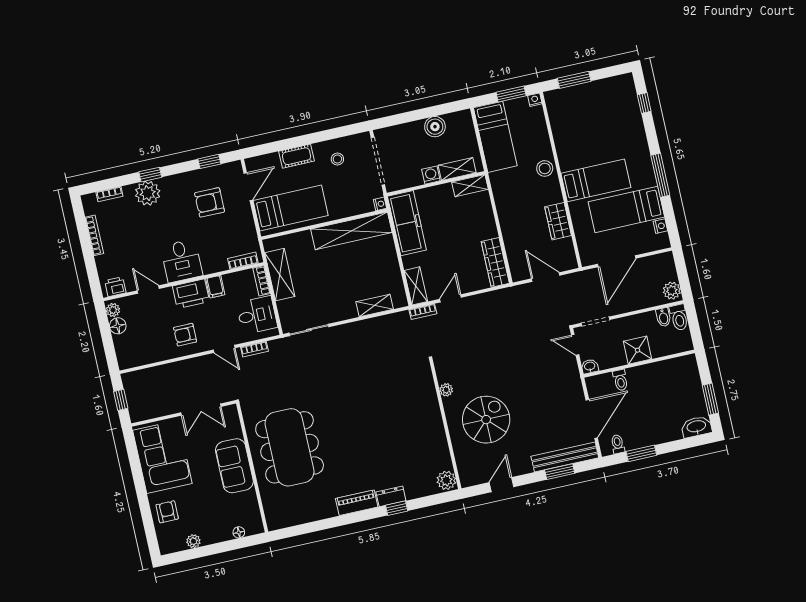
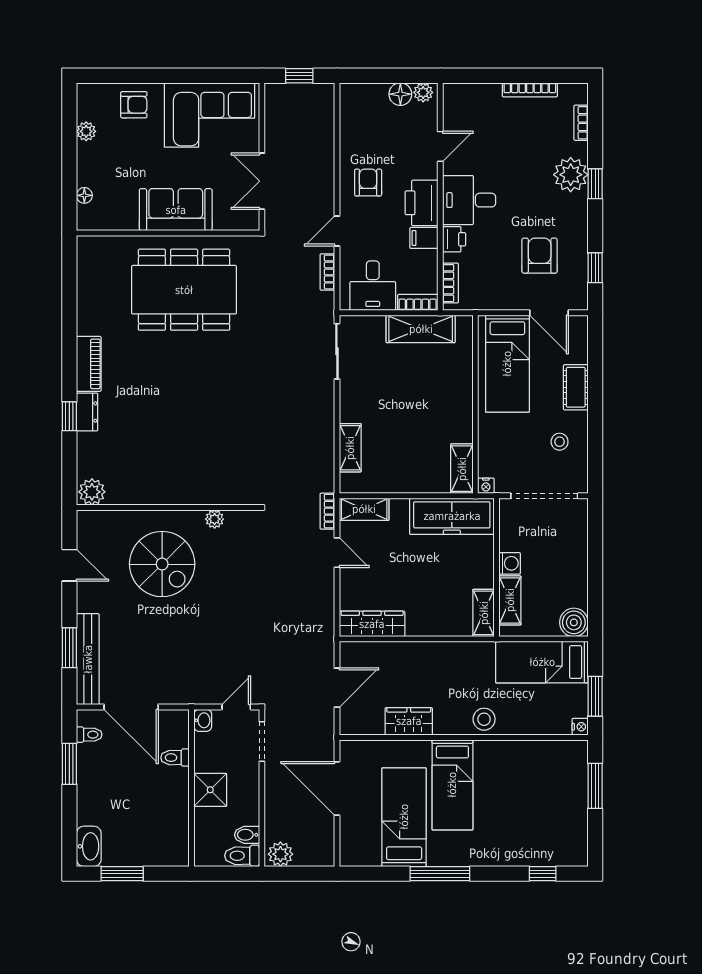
boiler: (435, 127) -> (574, 622), moved
nightstand: (660, 226) -> (371, 858), removed
shelving: (351, 231) -> (462, 469), width x0.45, depth x0.75
printer: (115, 287) -> (454, 239), moved

